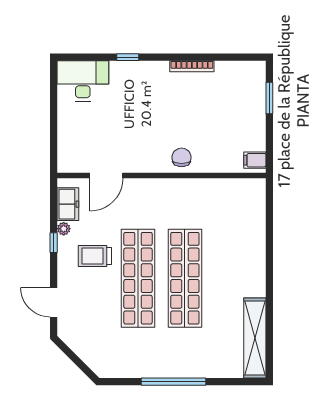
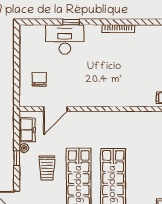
desk: (83, 81) -> (65, 39), moved
chair: (182, 157) -> (39, 79), moved
trolley: (95, 256) -> (47, 168), turned -90

